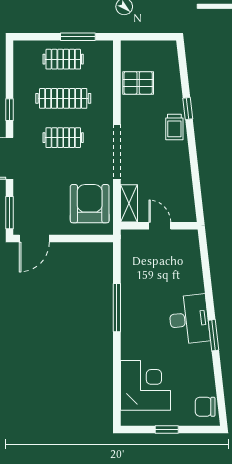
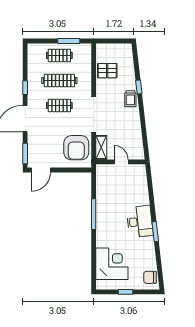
armchair: (90, 204) -> (76, 148), turned 180

